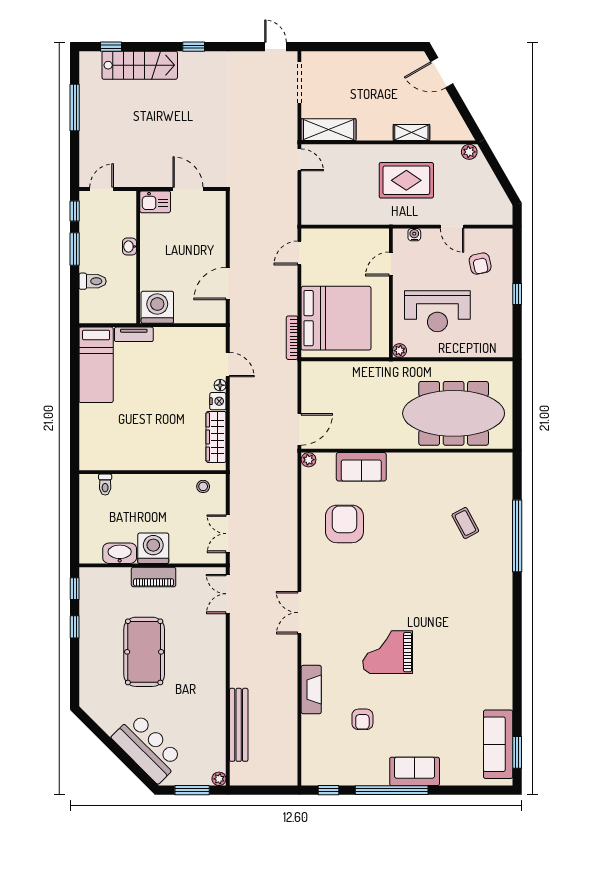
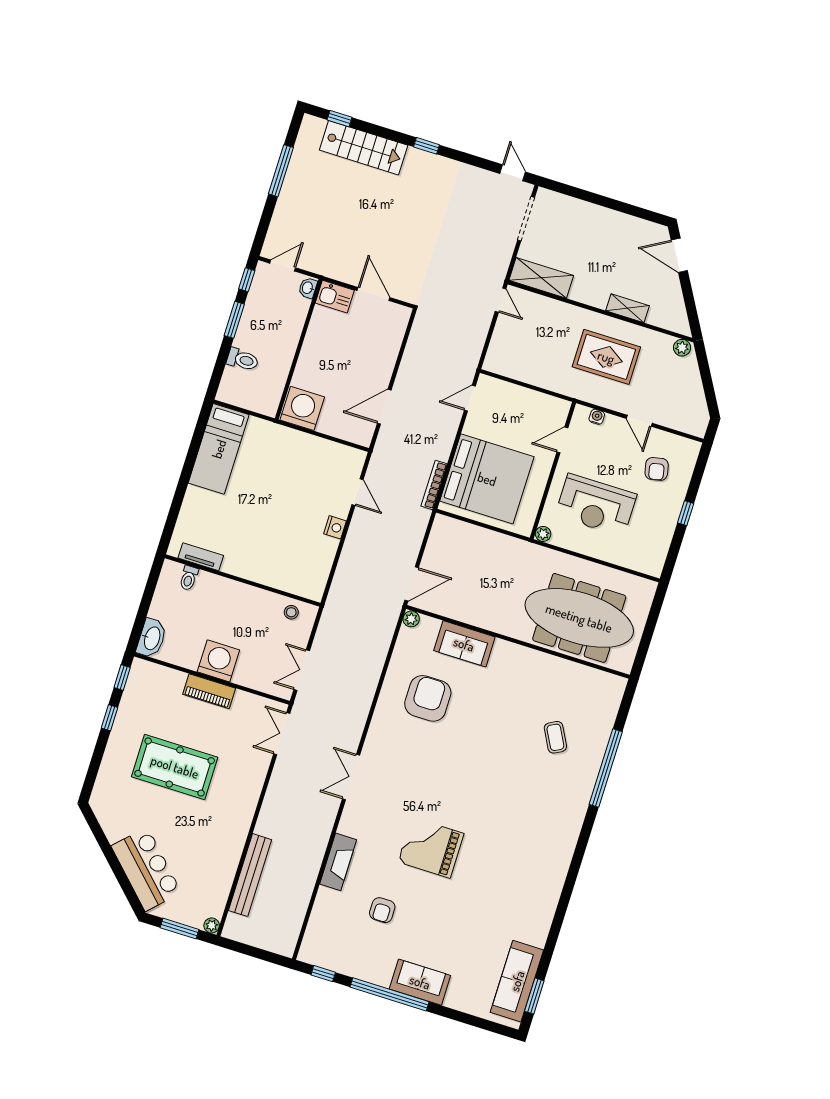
washbasin: (129, 247) -> (308, 288), moved
tv unit: (134, 334) -> (201, 557), moved, turned 180
floor lamp: (220, 385) -> (343, 511), removed
wardrobe: (216, 437) -> (321, 564), removed
washbasin: (120, 553) -> (152, 638), moved, turned 90
pool table: (144, 652) -> (175, 767), turned 90

